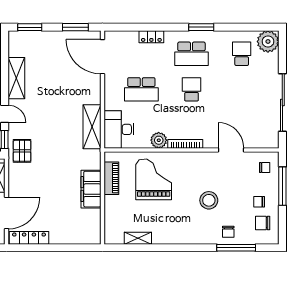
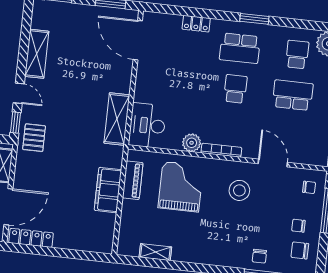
school desk: (141, 89) -> (293, 95), moved, turned 180
stool: (209, 200) -> (239, 190), moved

